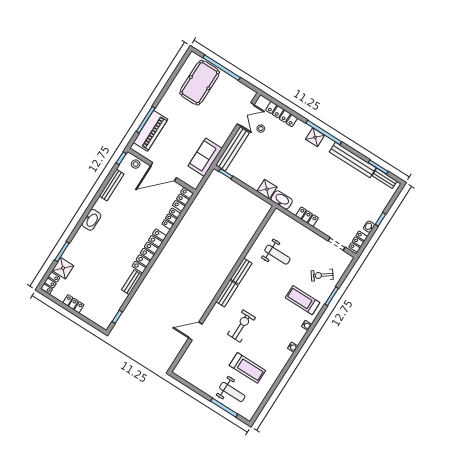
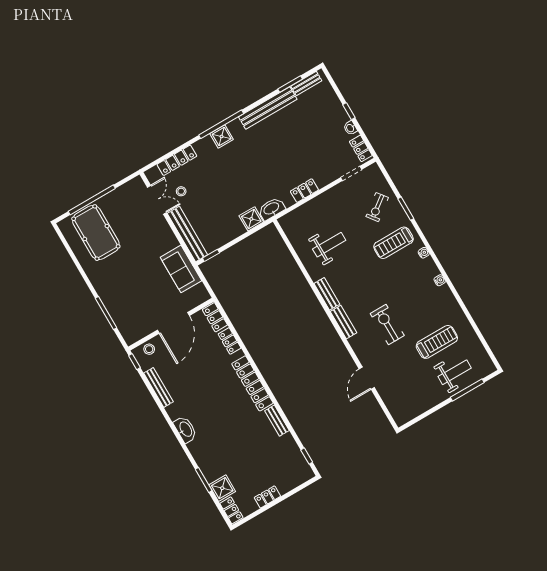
piano: (150, 131) -> (121, 314), removed

